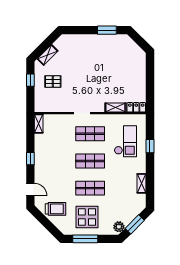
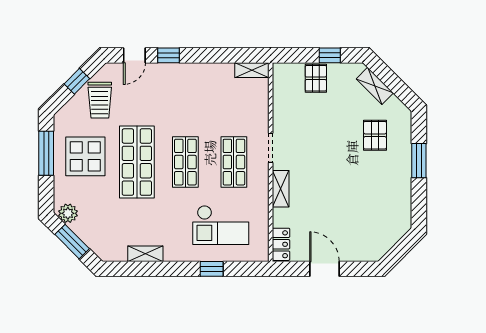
window: (107, 30) -> (419, 161), moved
pallet: (75, 55) -> (375, 135), added
pallet: (53, 82) -> (316, 78), moved
door: (150, 83) -> (324, 269), added
shelving: (115, 108) -> (281, 189), moved
window: (30, 159) -> (169, 55), moved
shop shelf: (90, 188) -> (137, 162), width x1.43, depth x1.36
window: (45, 222) -> (77, 81), added

